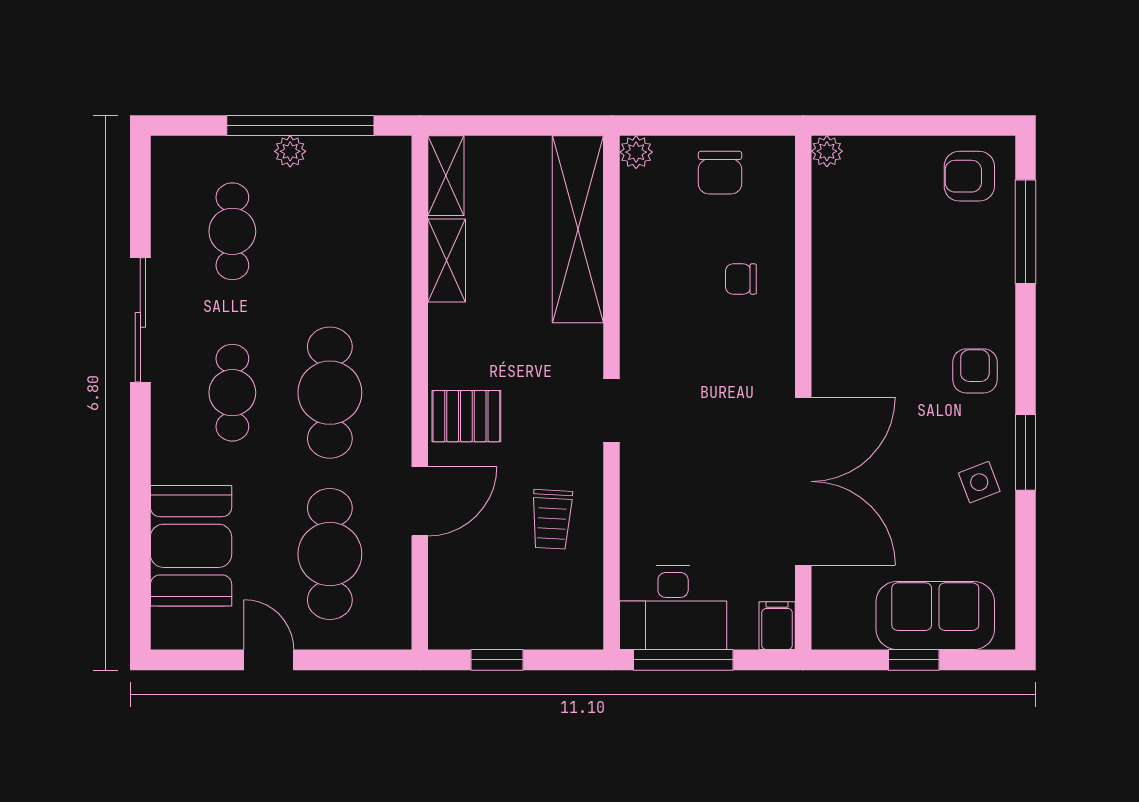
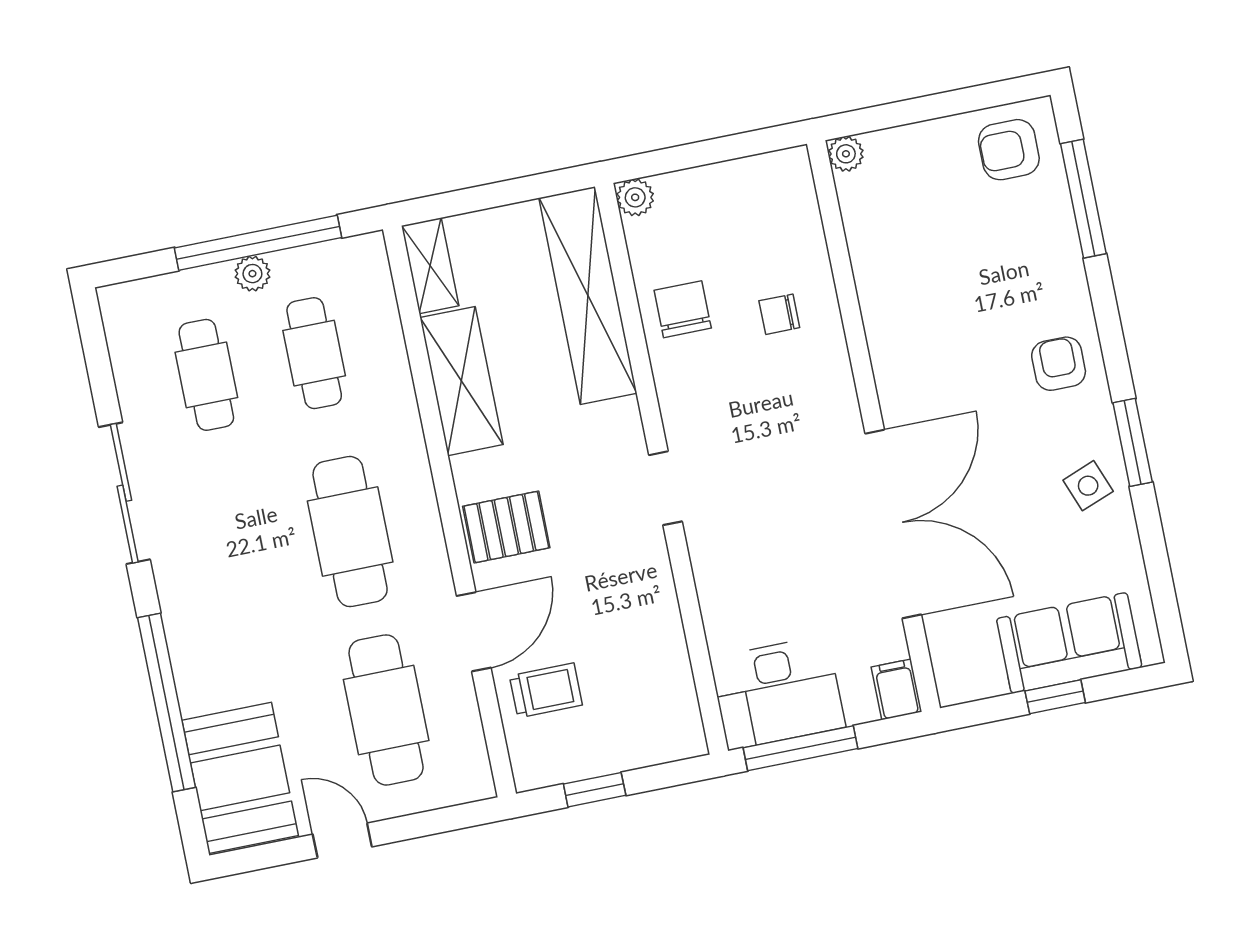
chair: (720, 173) -> (683, 309), moved, turned 180
shelving: (447, 261) -> (461, 381), width x1.50, depth x1.33
cafe table: (232, 393) -> (314, 353), moved
window: (140, 509) -> (167, 703), added
trolley: (552, 519) -> (546, 690), moved, turned -93
booth: (191, 546) -> (240, 778), moved

